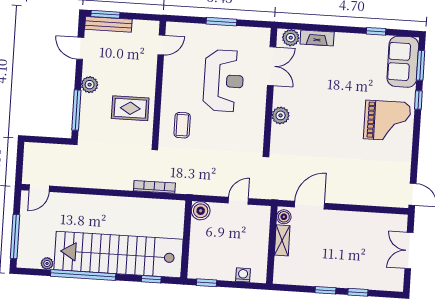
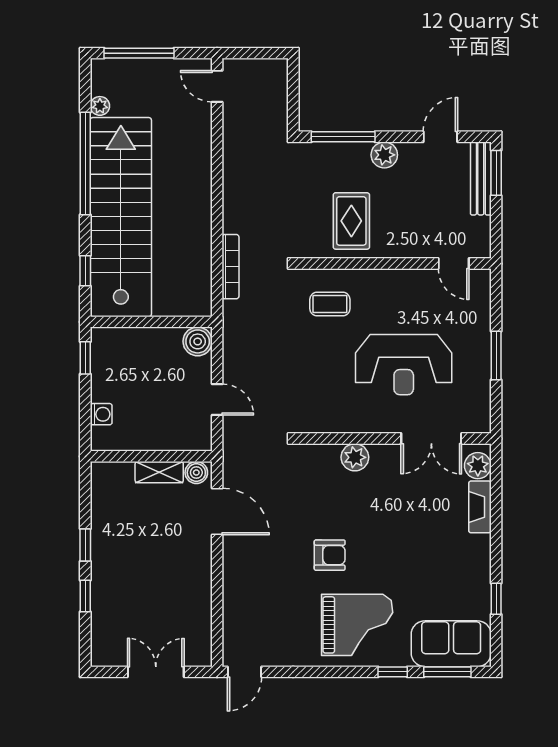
grand piano: (387, 121) -> (357, 625), turned -90
armchair: (342, 135) -> (330, 555), added

